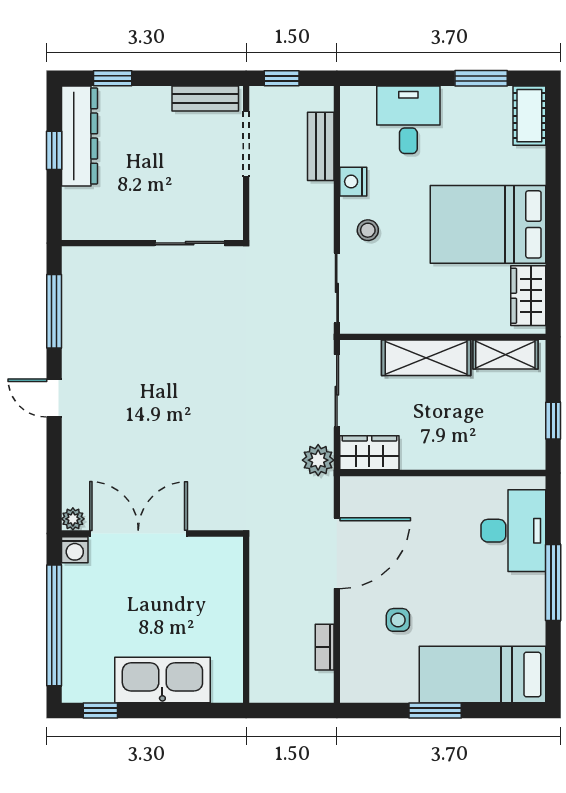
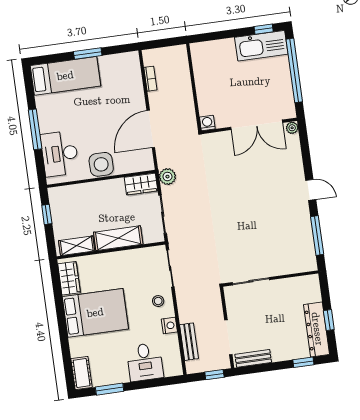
washing machine: (75, 550) -> (207, 123), moved
side table: (398, 620) -> (101, 164), moved, width x1.87, depth x1.87
kitchen sink: (162, 680) -> (261, 46), moved

